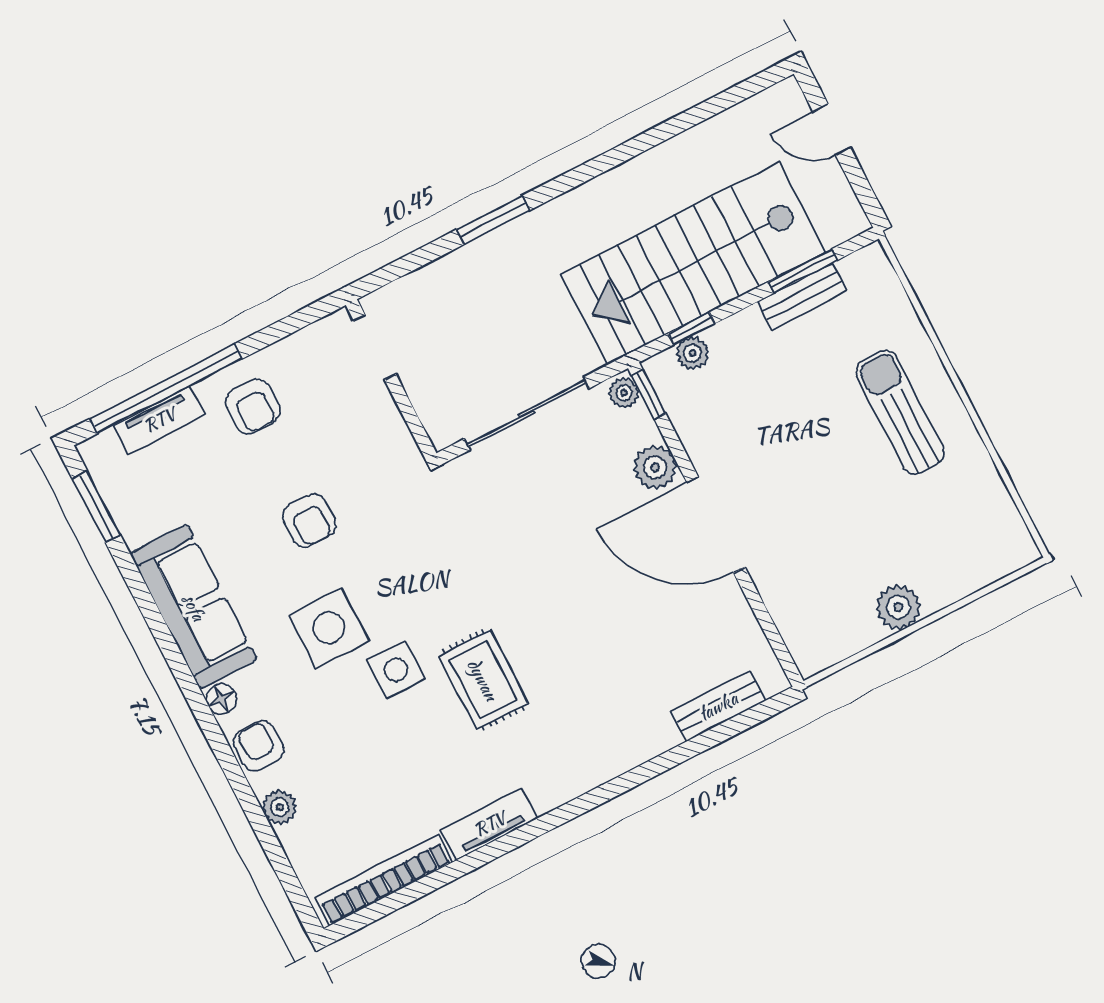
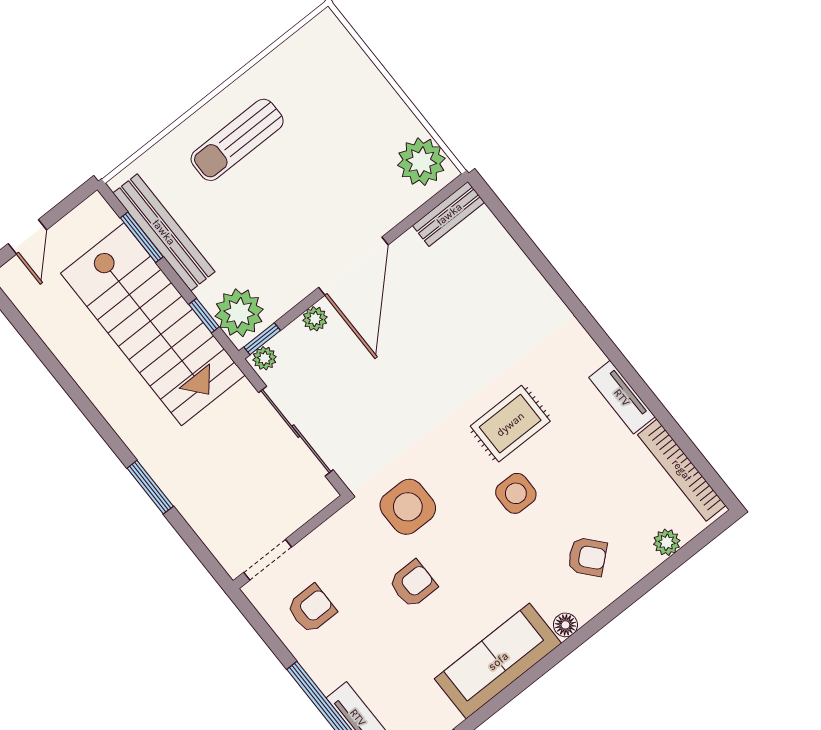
bench: (802, 296) -> (164, 232), width x1.86, depth x1.21
plant: (693, 353) -> (239, 313), width x1.88, depth x1.88
armchair: (253, 406) -> (312, 609), moved
plant: (655, 467) -> (315, 319), width x0.73, depth x0.73
plant: (898, 607) -> (421, 162), moved, width x1.36, depth x1.36
side table: (329, 628) -> (408, 507), moved
bench: (718, 706) -> (449, 214), moved, turned 90
armchair: (259, 746) -> (587, 557), moved, turned -131
plant: (280, 807) -> (667, 542), moved

